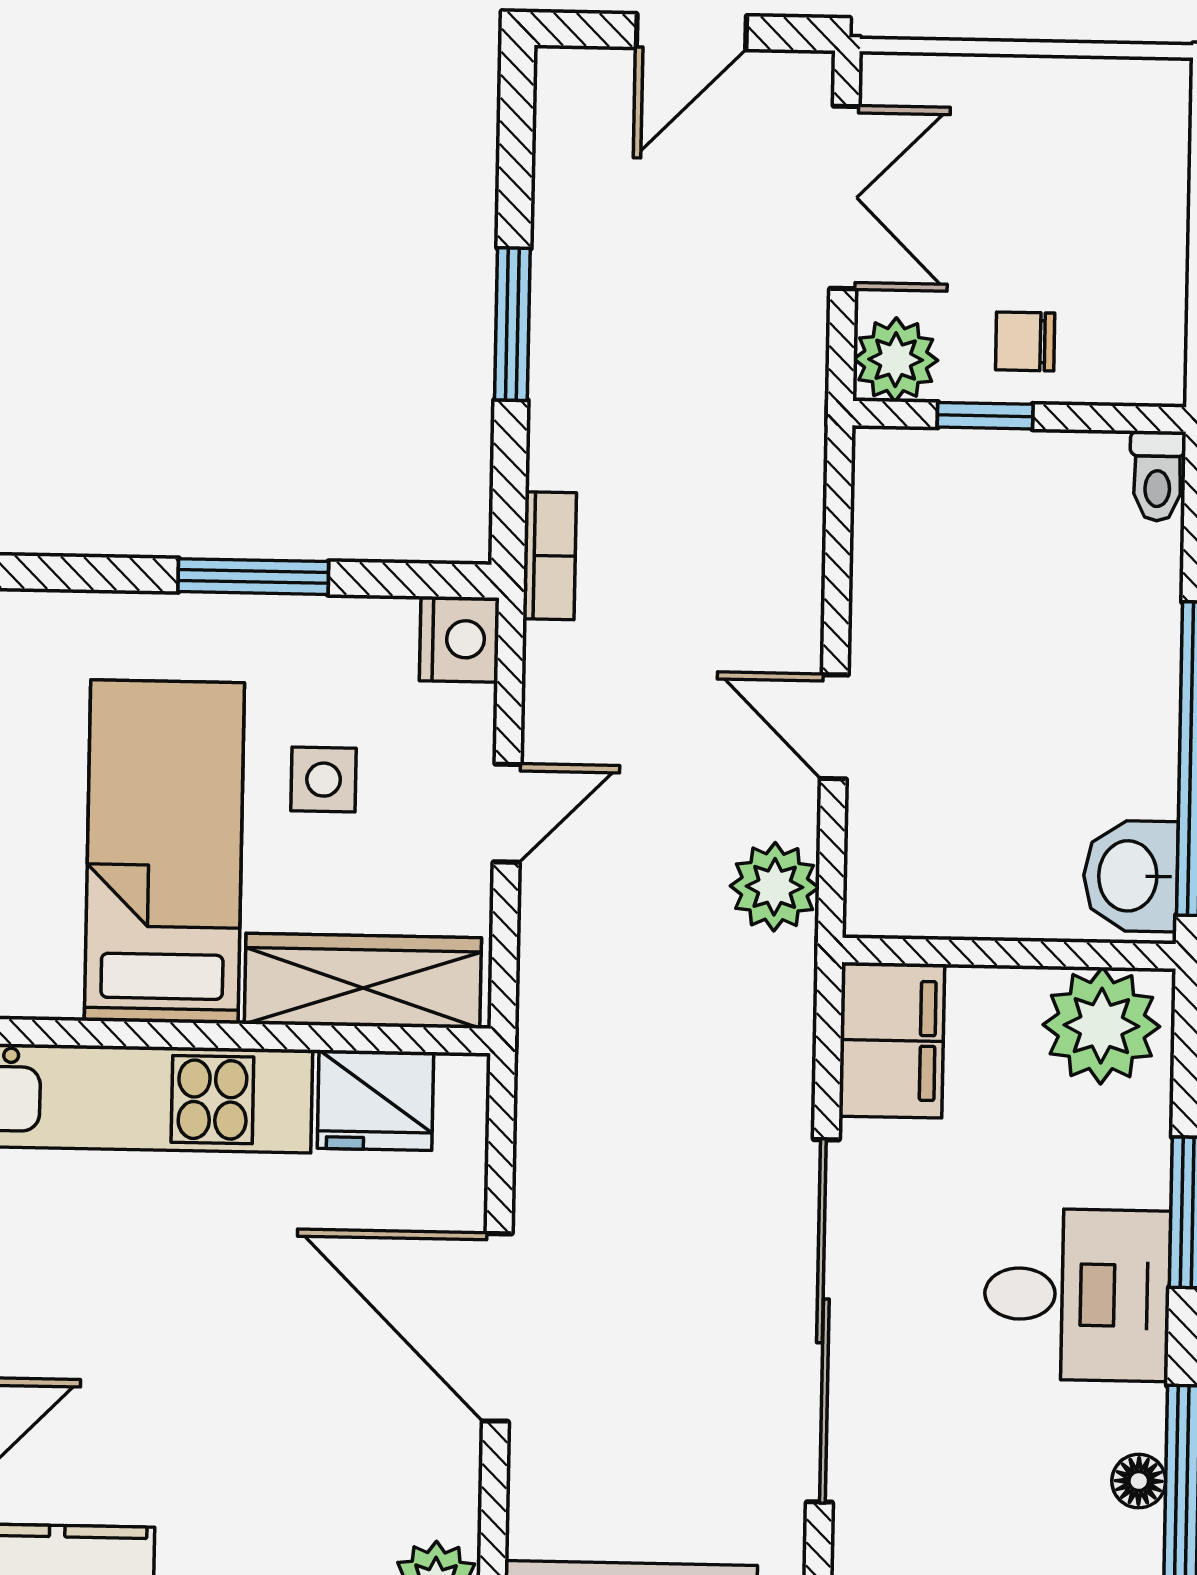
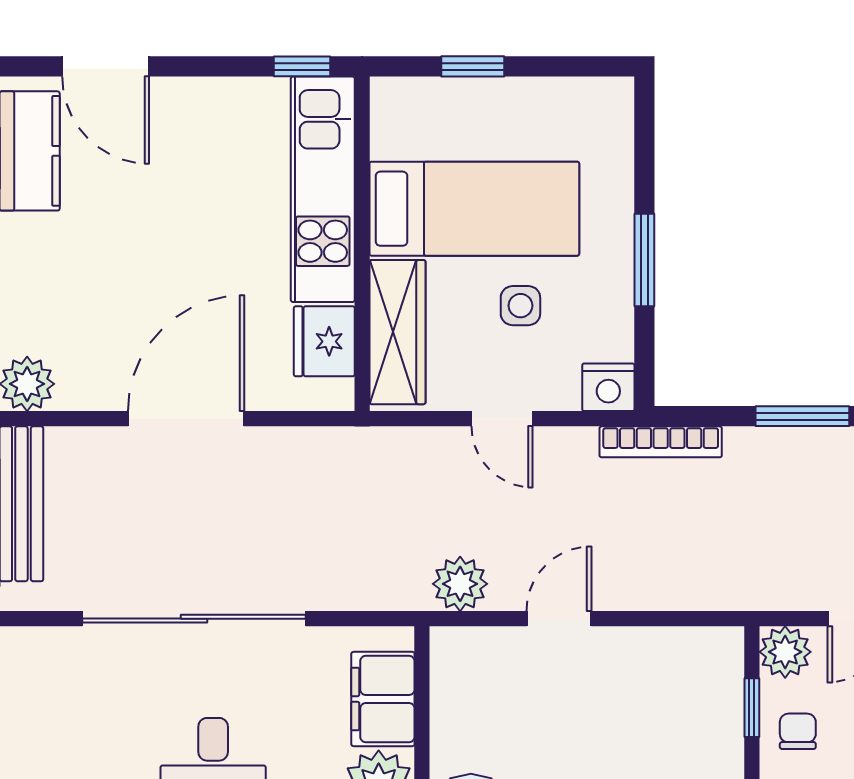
bookcase: (550, 556) -> (661, 442), width x1.56
filing cabinet: (892, 1040) -> (383, 699), moved, turned 90

